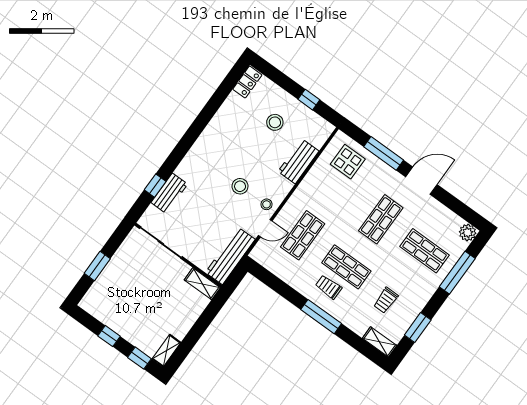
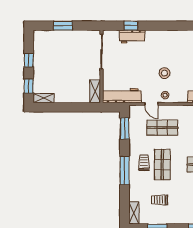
window: (271, 281) -> (125, 128), added

